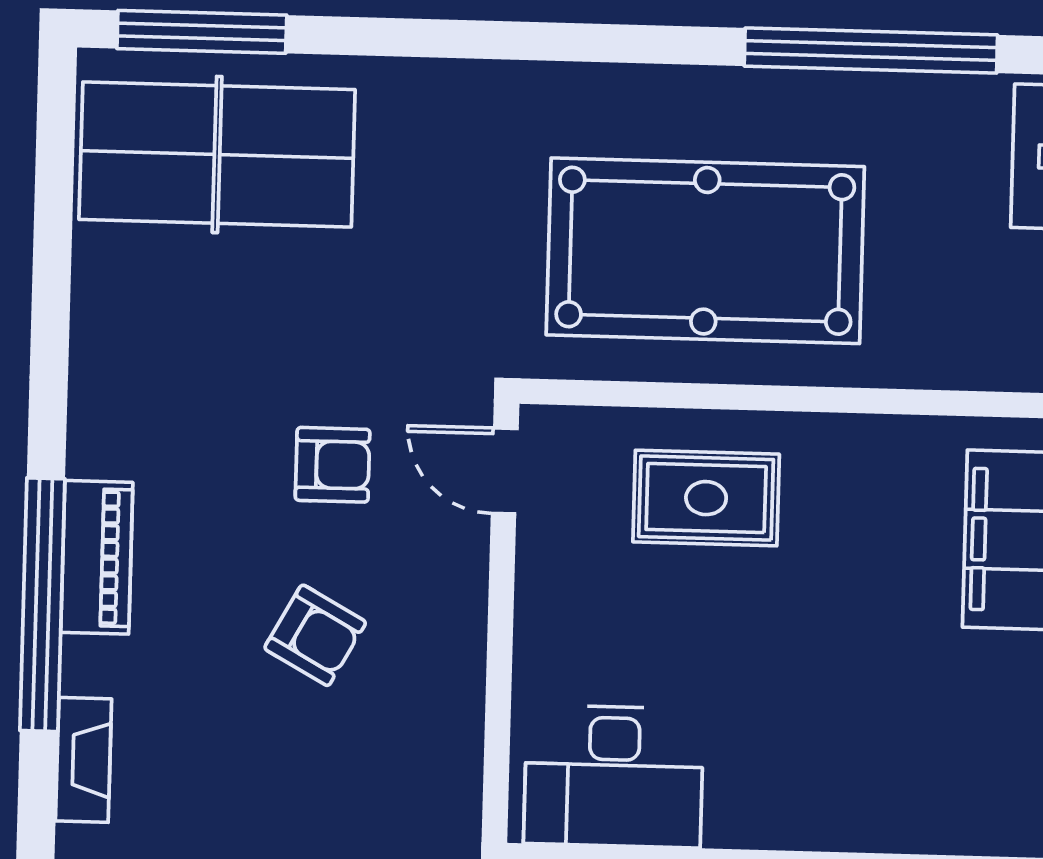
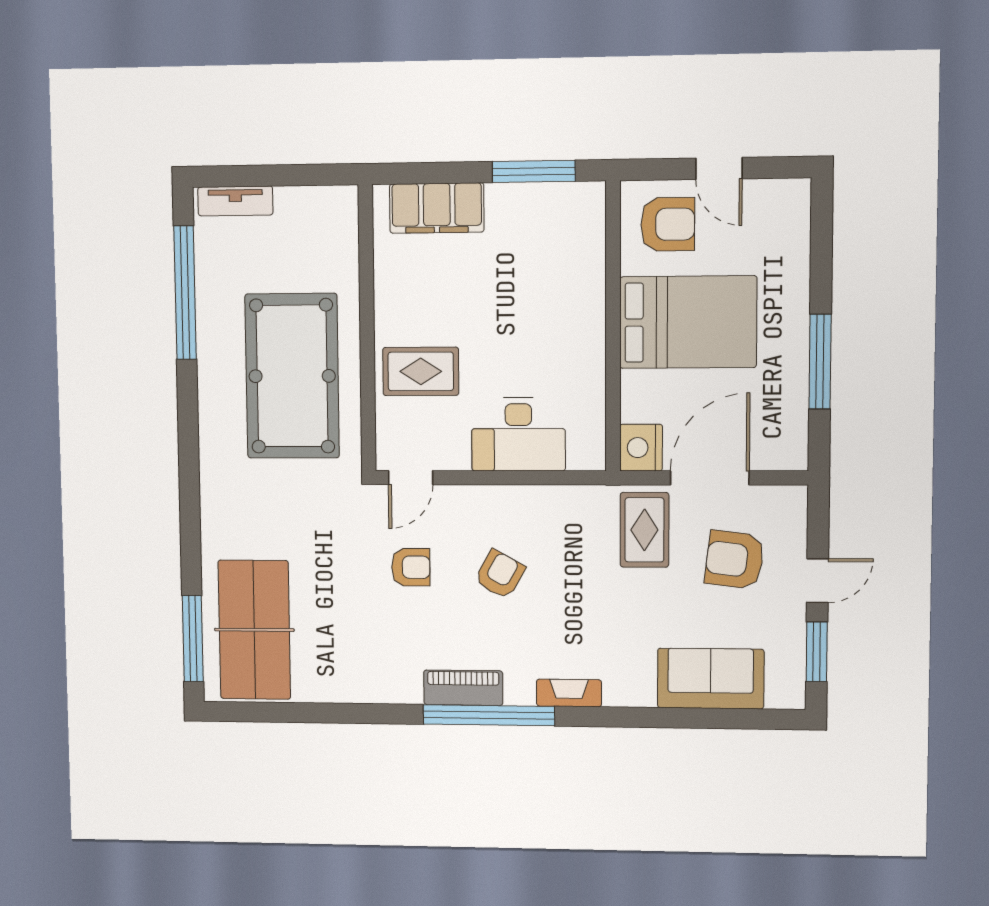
armchair: (333, 465) -> (411, 567), turned 90
rug: (706, 498) -> (421, 371), turned 90
desk: (614, 776) -> (518, 434), moved, turned 90

